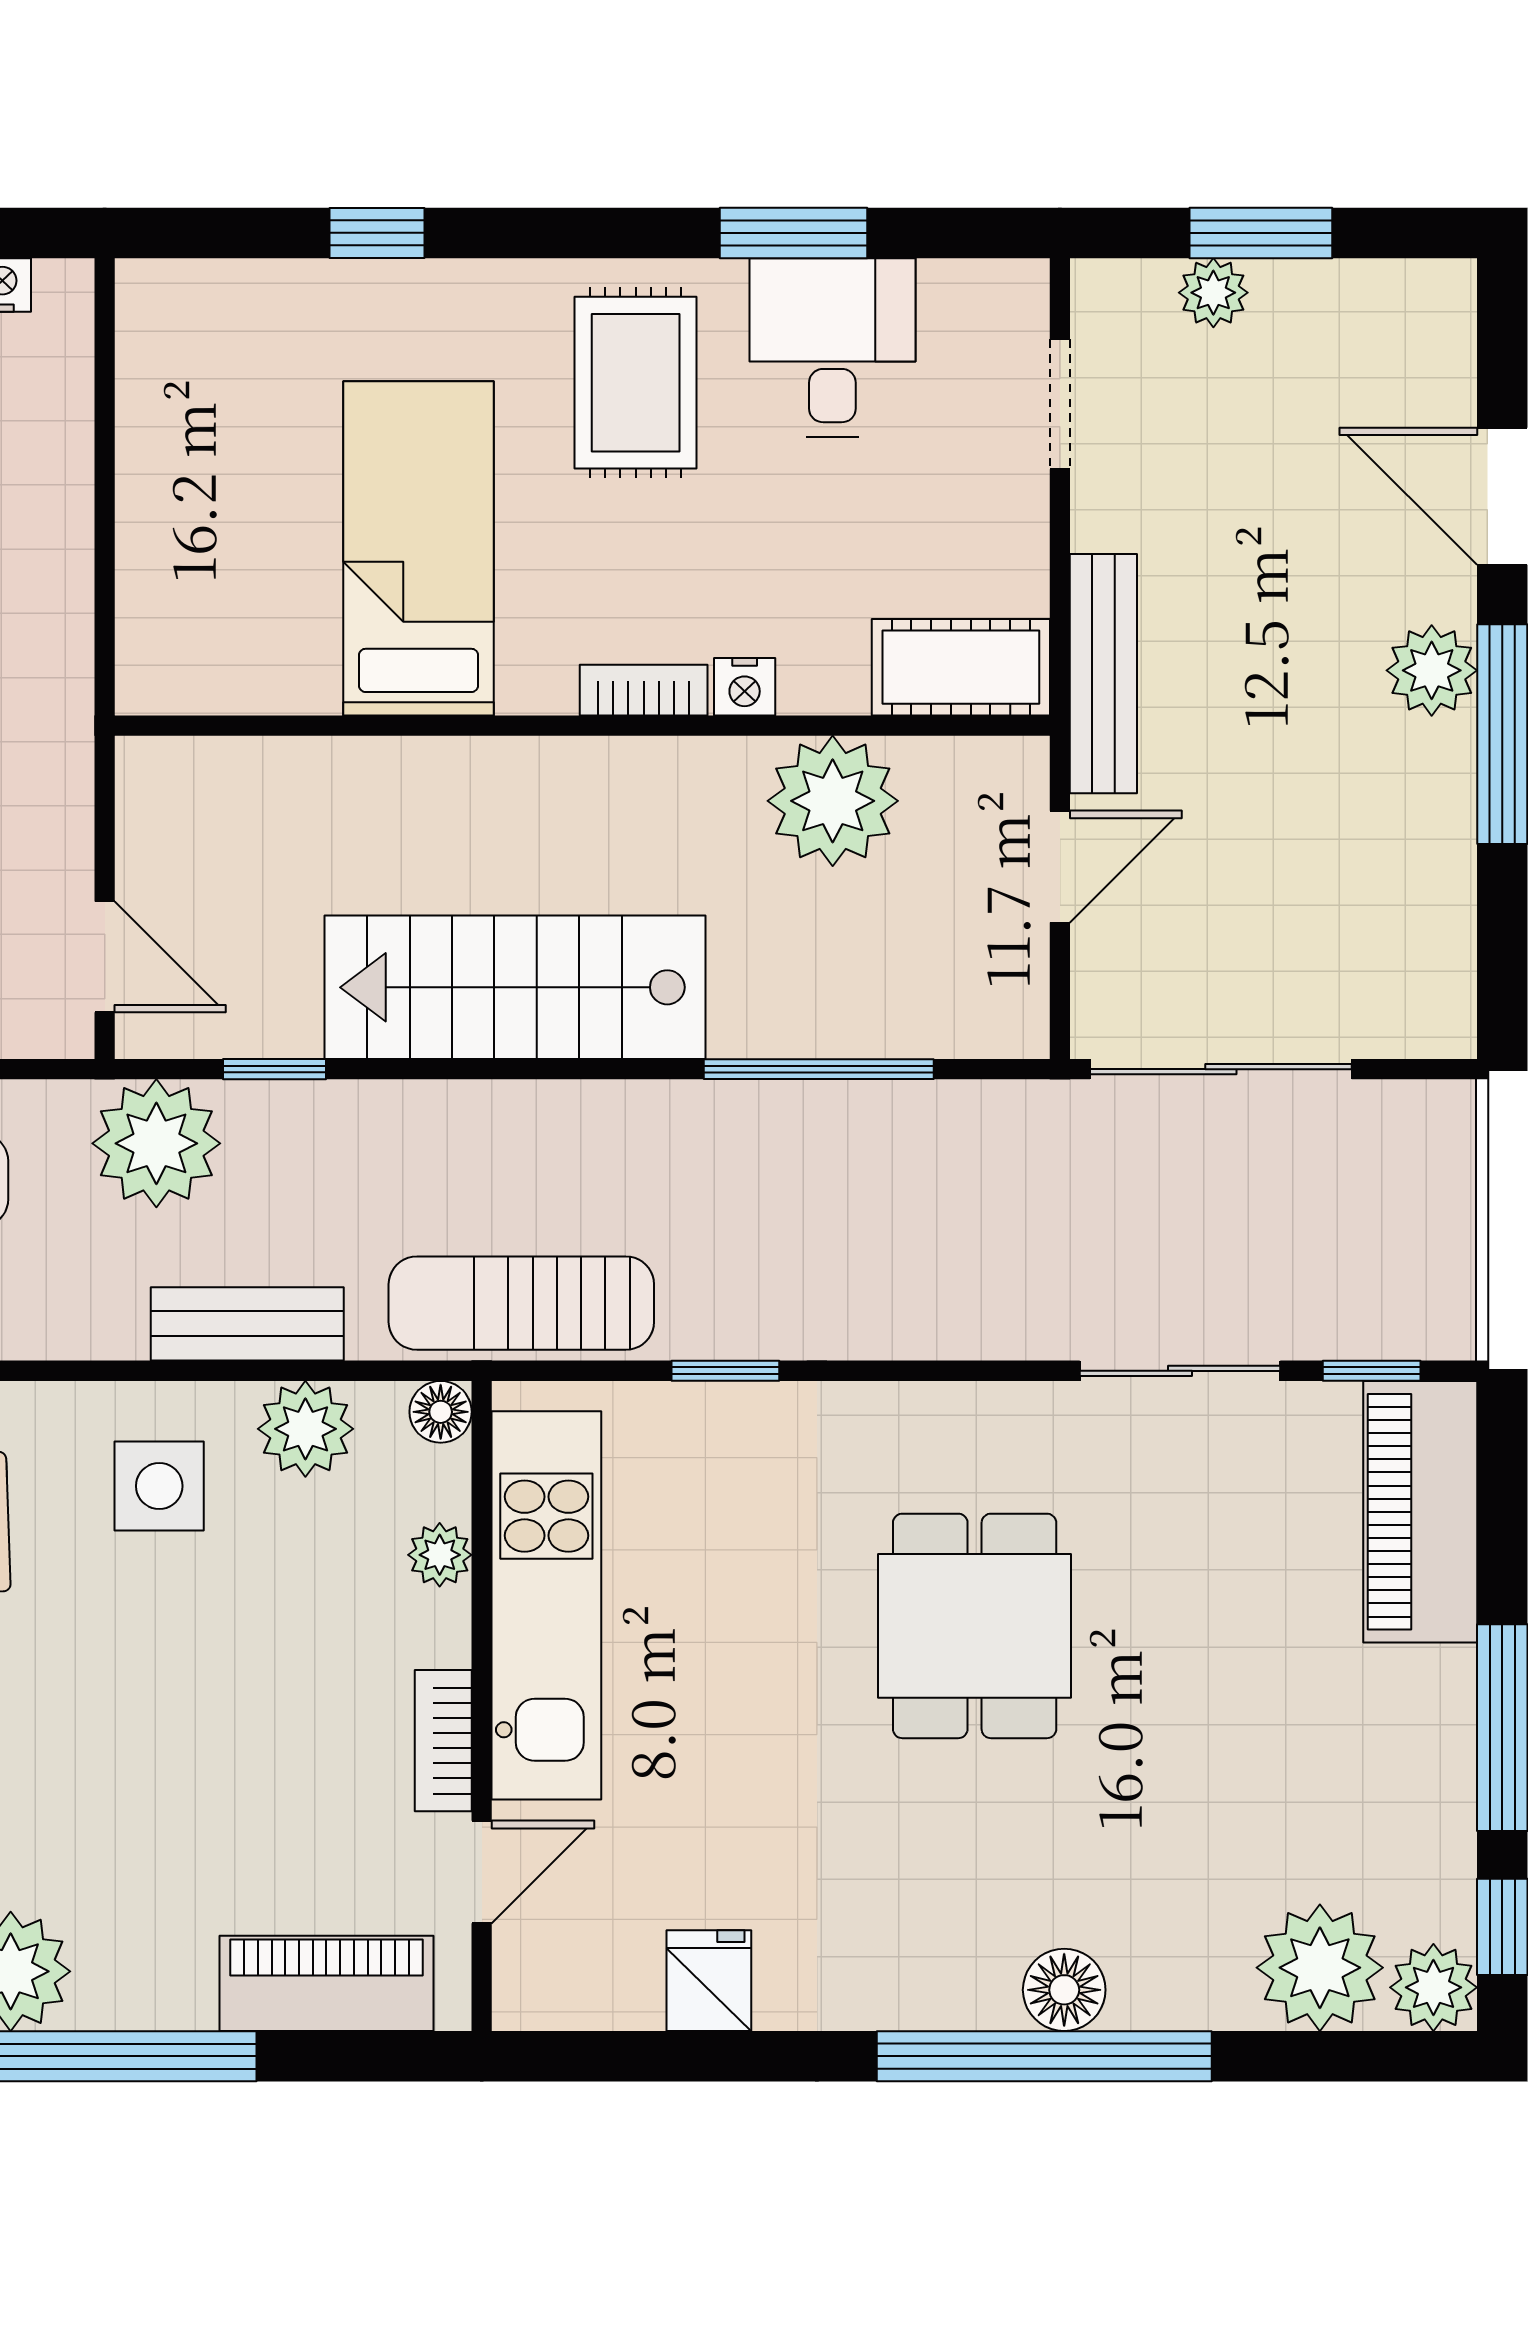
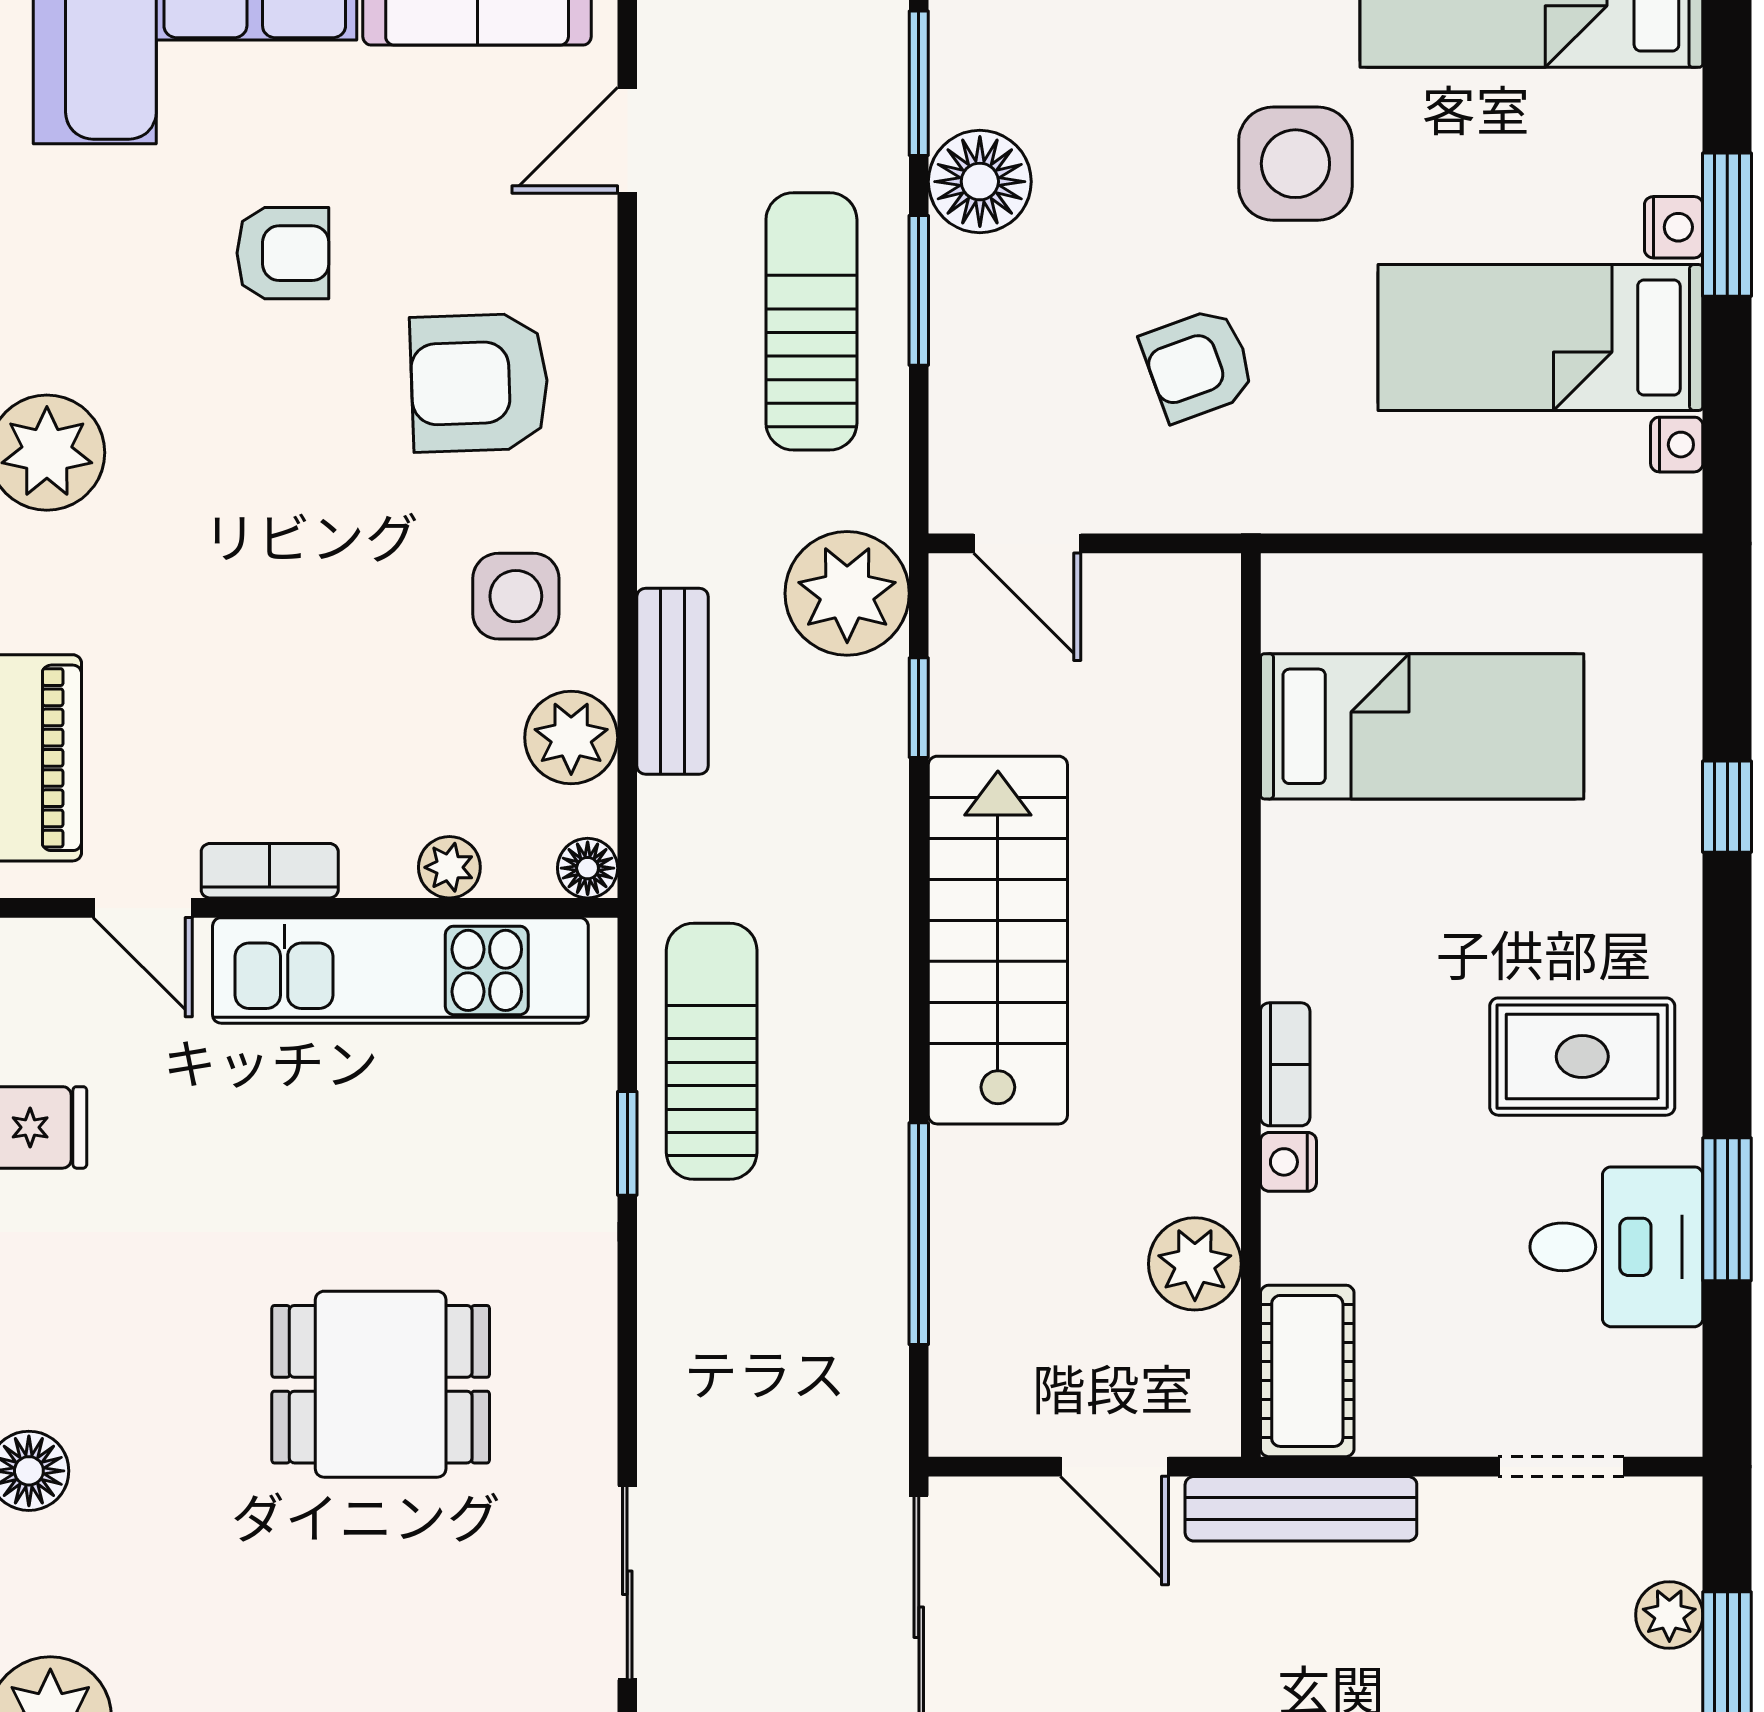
bed: (419, 548) -> (1422, 726), moved
plant: (833, 801) -> (1195, 1264), width x0.73, depth x0.73
door: (105, 957) -> (1027, 543), hinge flipped
sun lounger: (521, 1303) -> (712, 1051), moved

